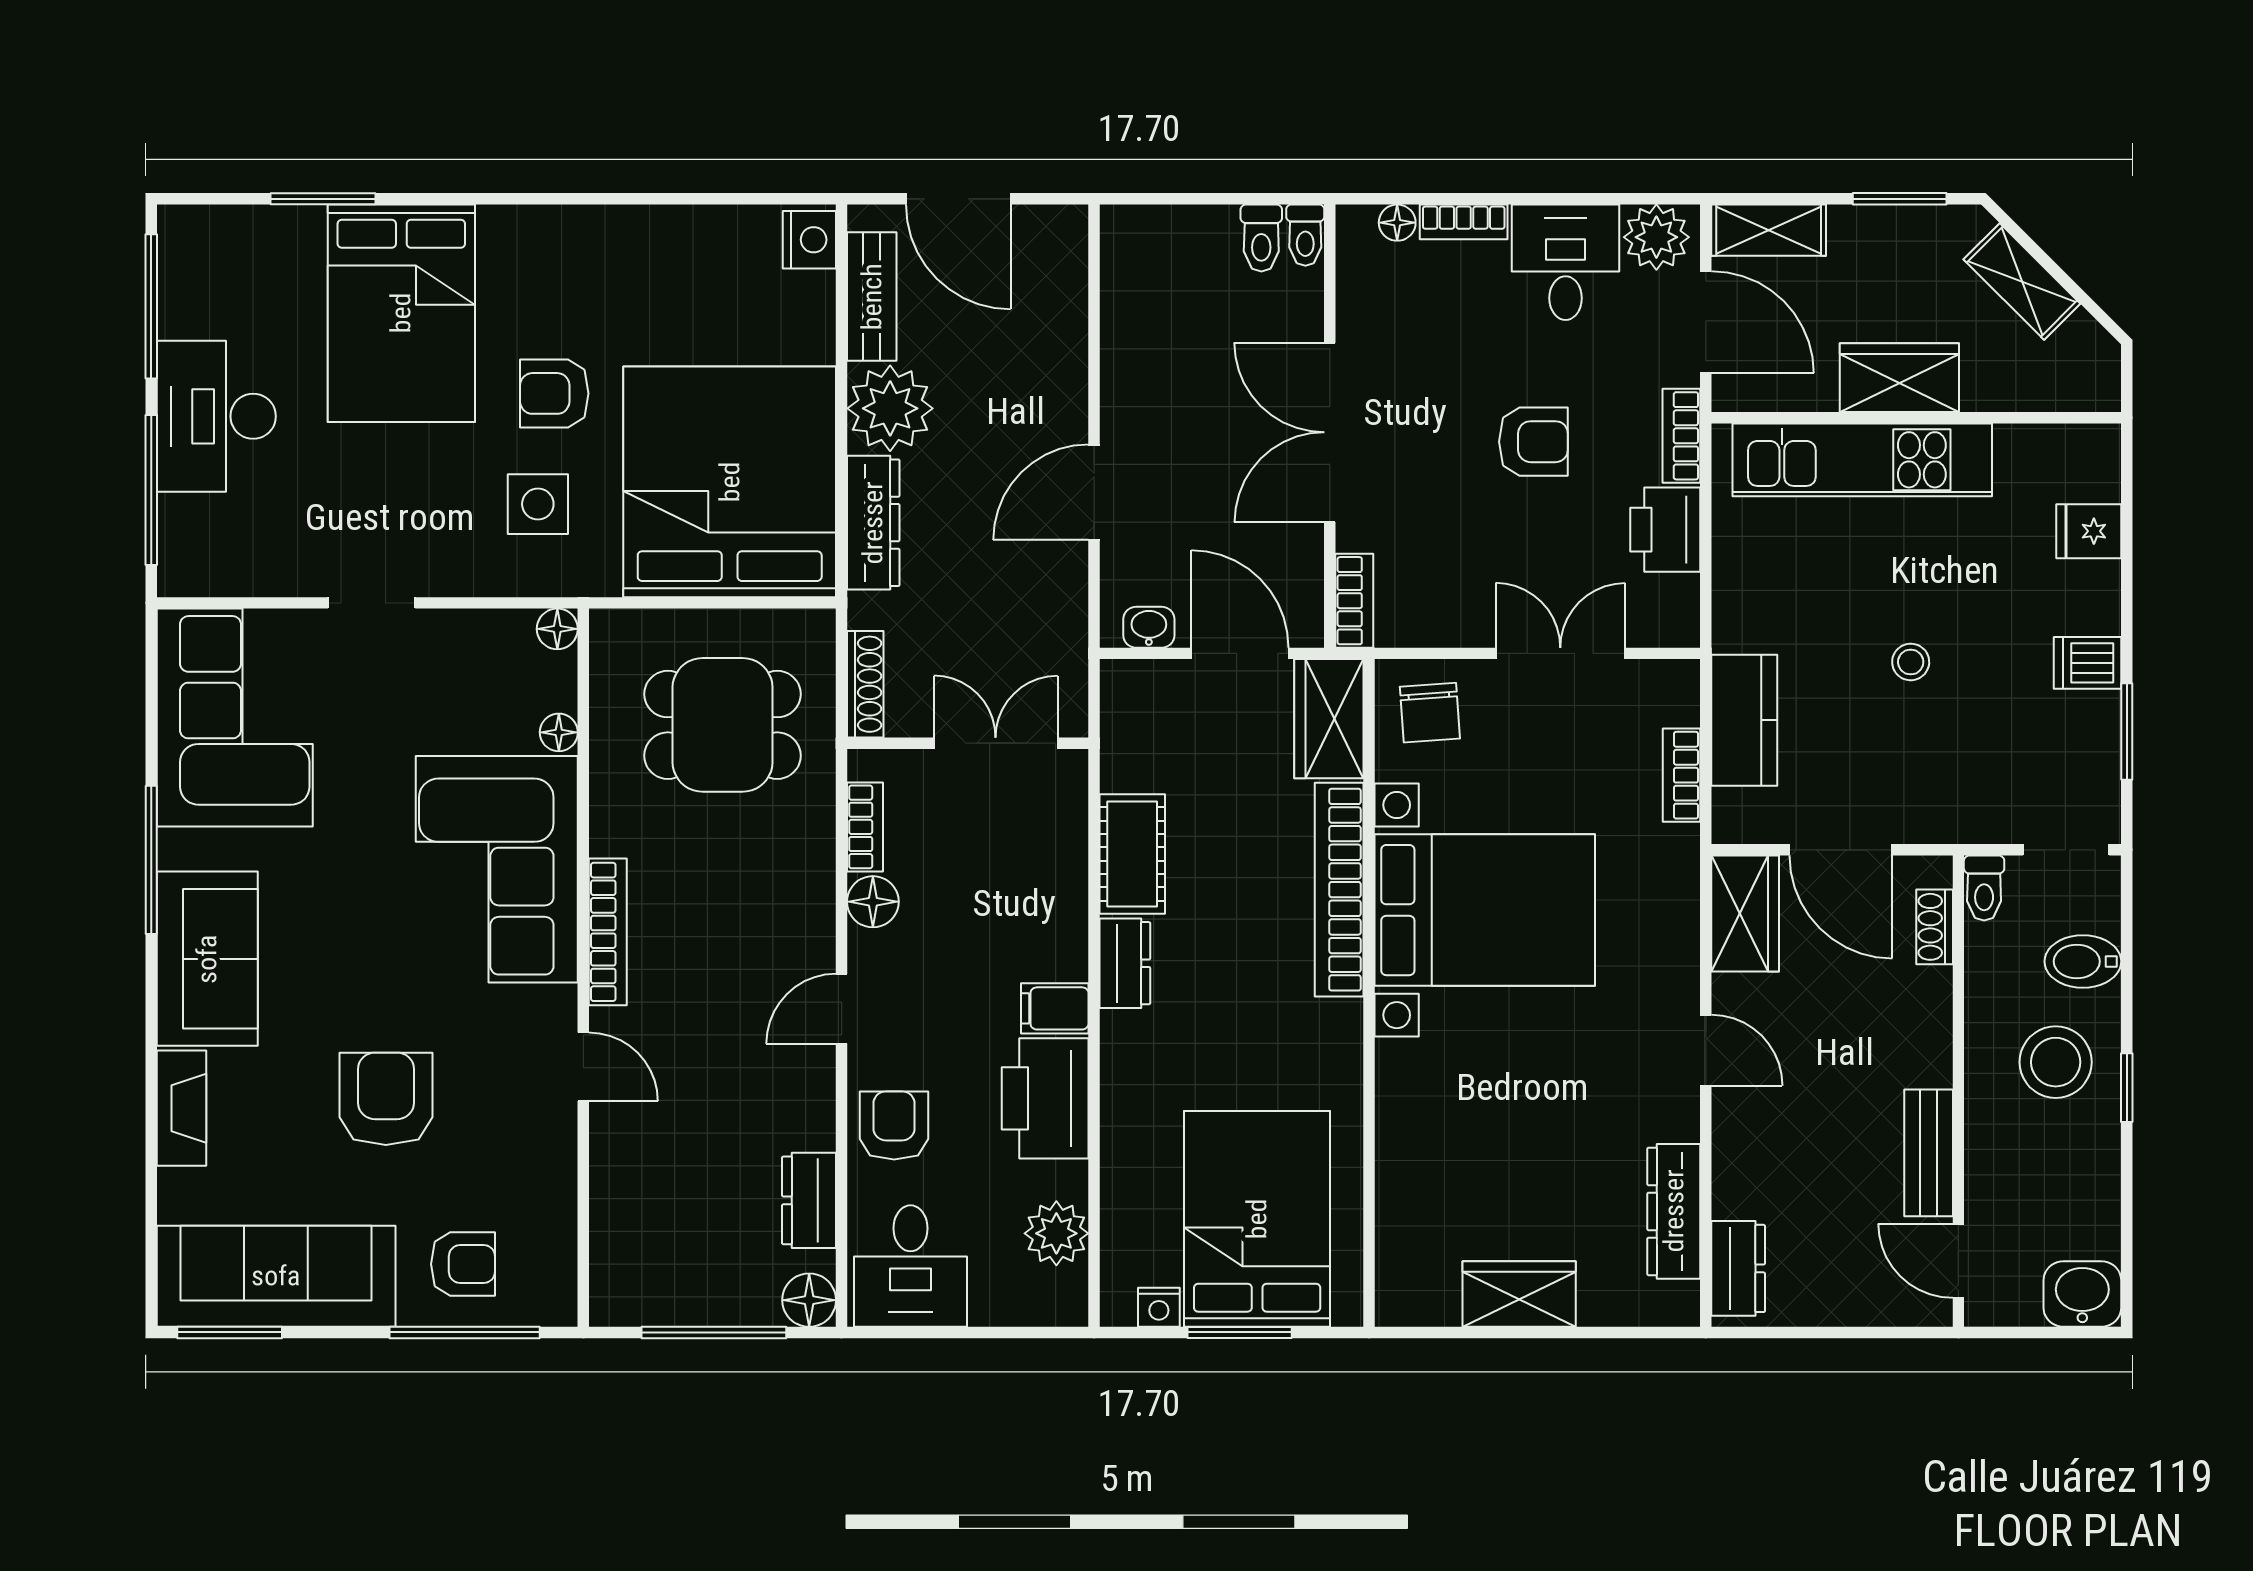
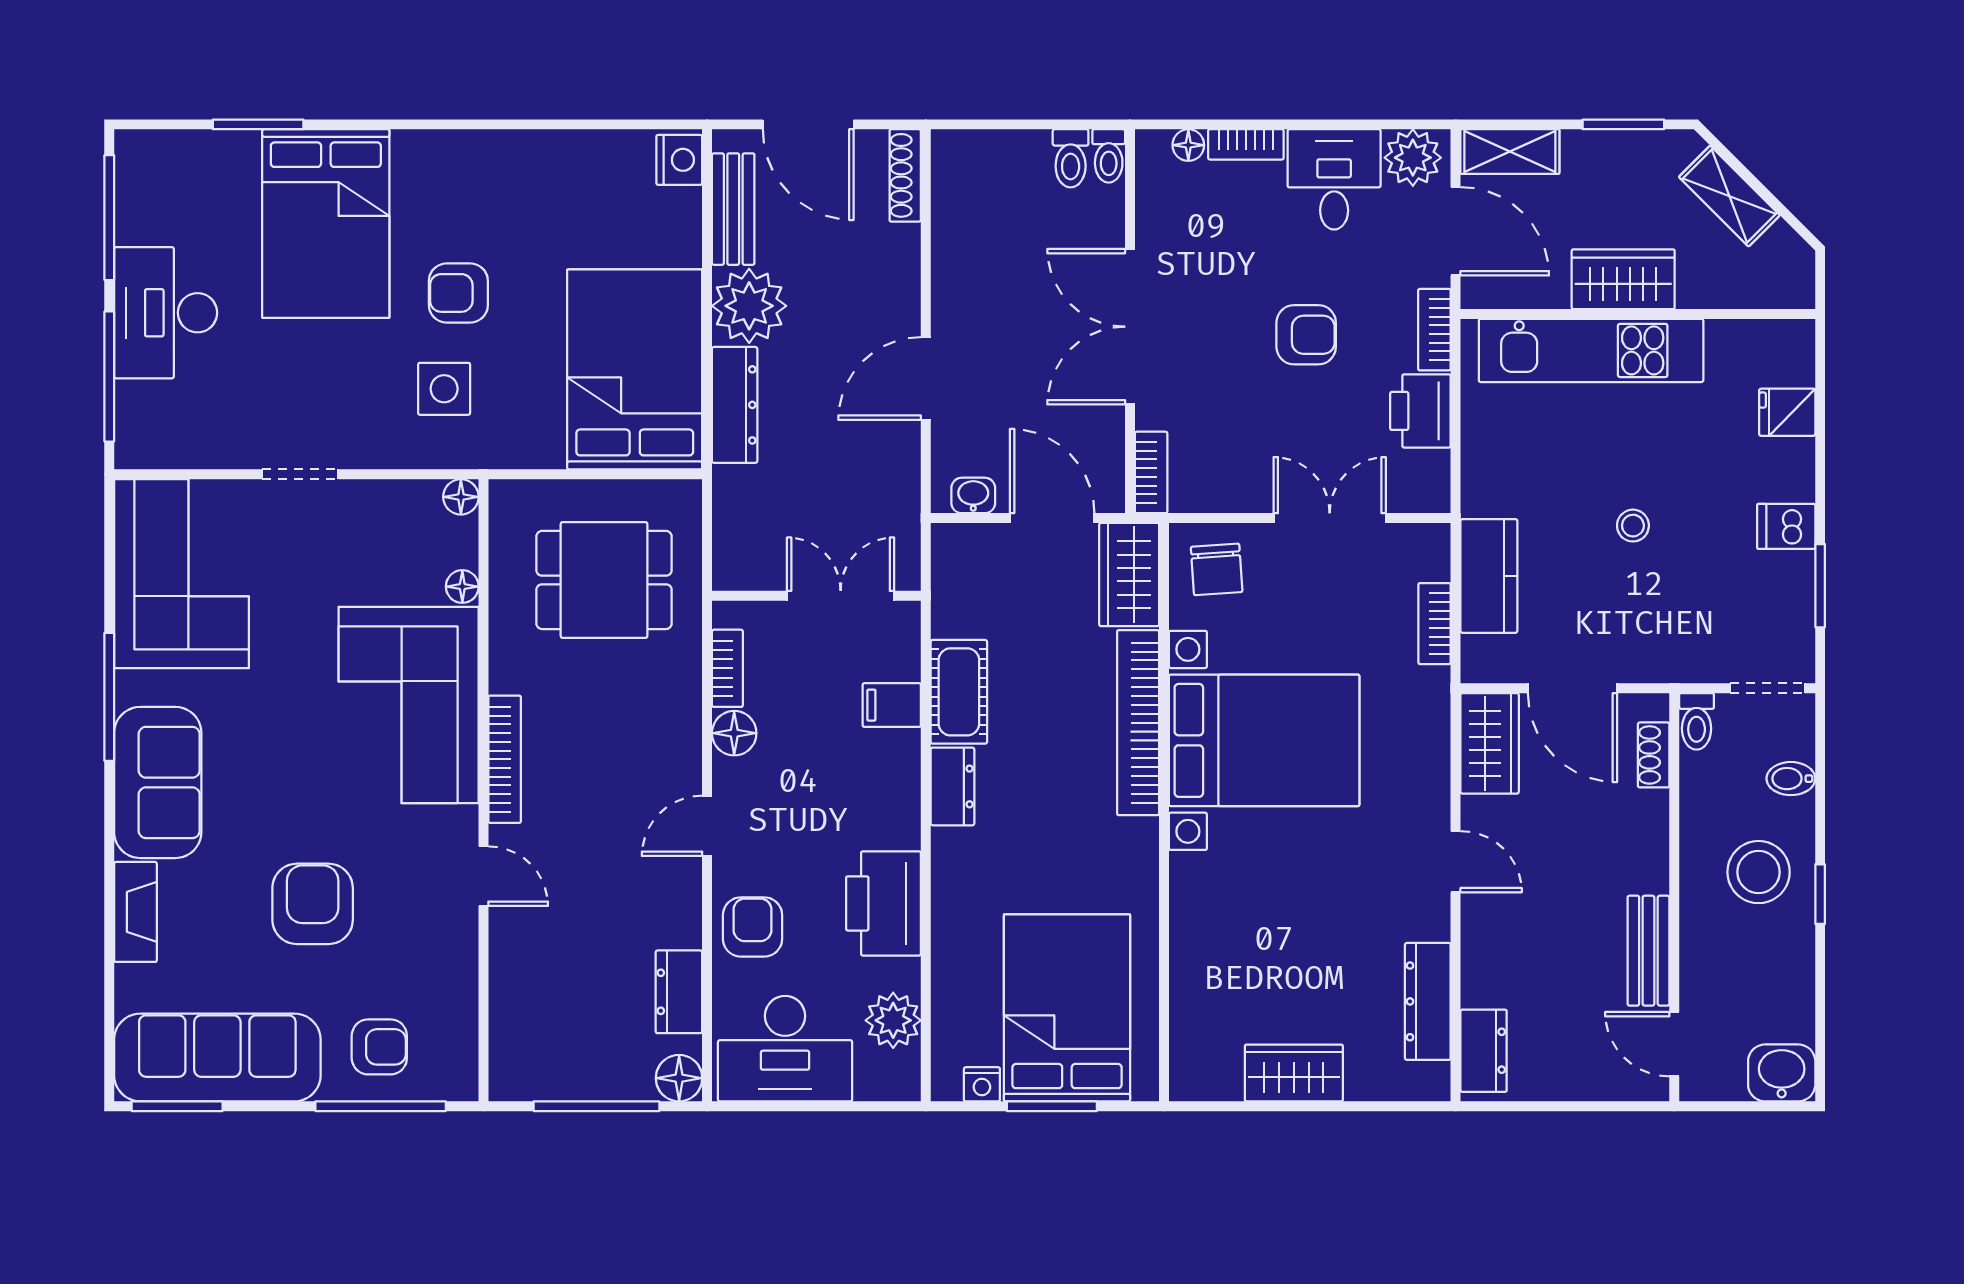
bed: (730, 482) -> (635, 369), width x0.73
shoe rack: (865, 684) -> (905, 175), moved, turned 180
bidet: (2083, 961) -> (1791, 779), width x0.72, depth x0.74
filing cabinet: (1055, 1008) -> (892, 705), moved
desk: (911, 1266) -> (785, 1049), width x1.37

